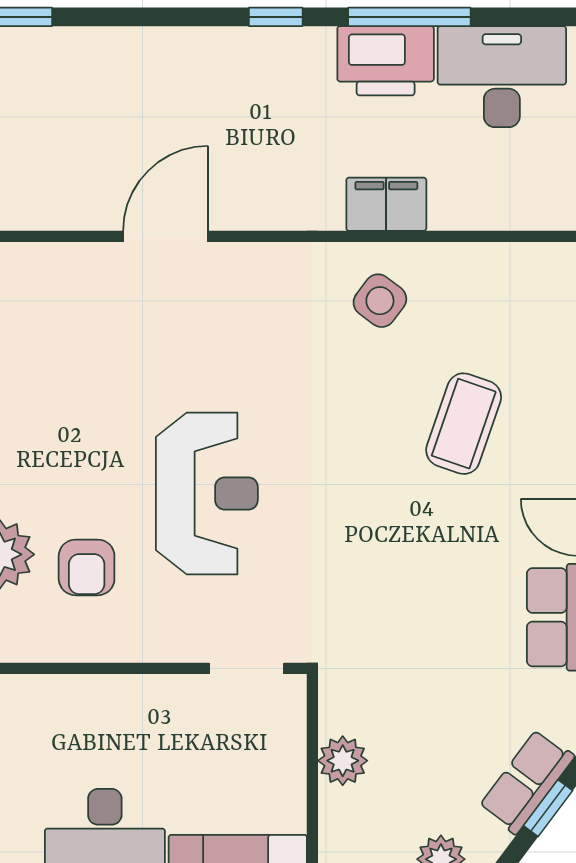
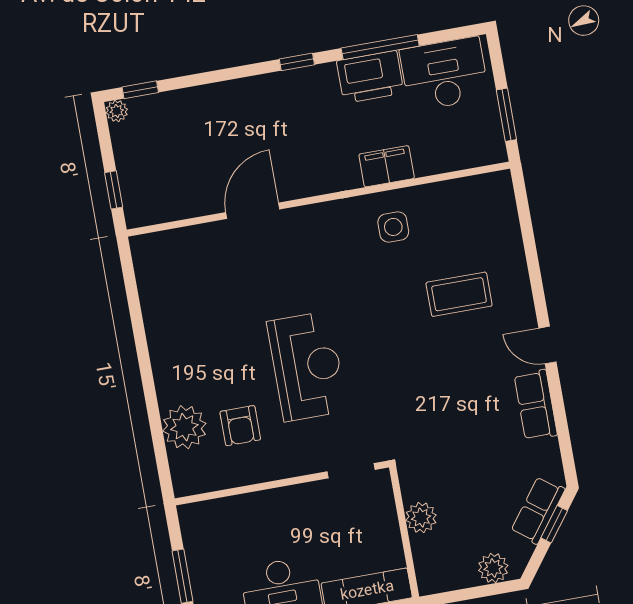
side table: (380, 301) -> (393, 227), turned -37
coffee table: (464, 424) -> (459, 294), turned 71

